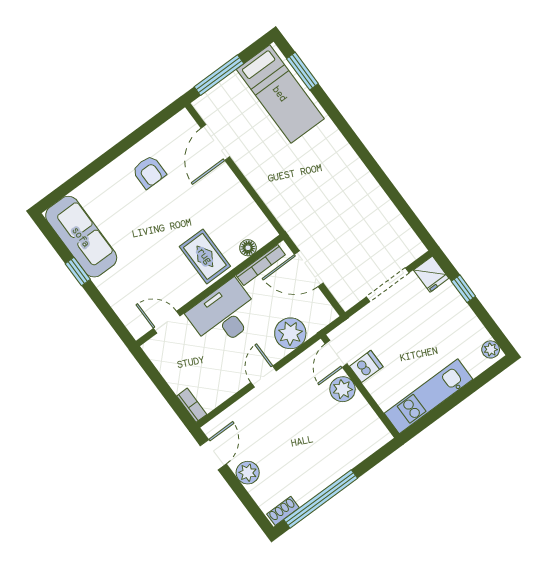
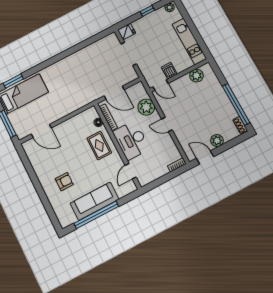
armchair: (149, 172) -> (64, 182), moved
sofa: (81, 237) -> (95, 201), moved
rug: (205, 256) -> (99, 146), turned 90
door: (309, 269) -> (114, 93), hinge flipped
window: (78, 271) -> (96, 215), width x3.17
window: (463, 289) -> (147, 11), moved
plant: (342, 389) -> (196, 76), moved

